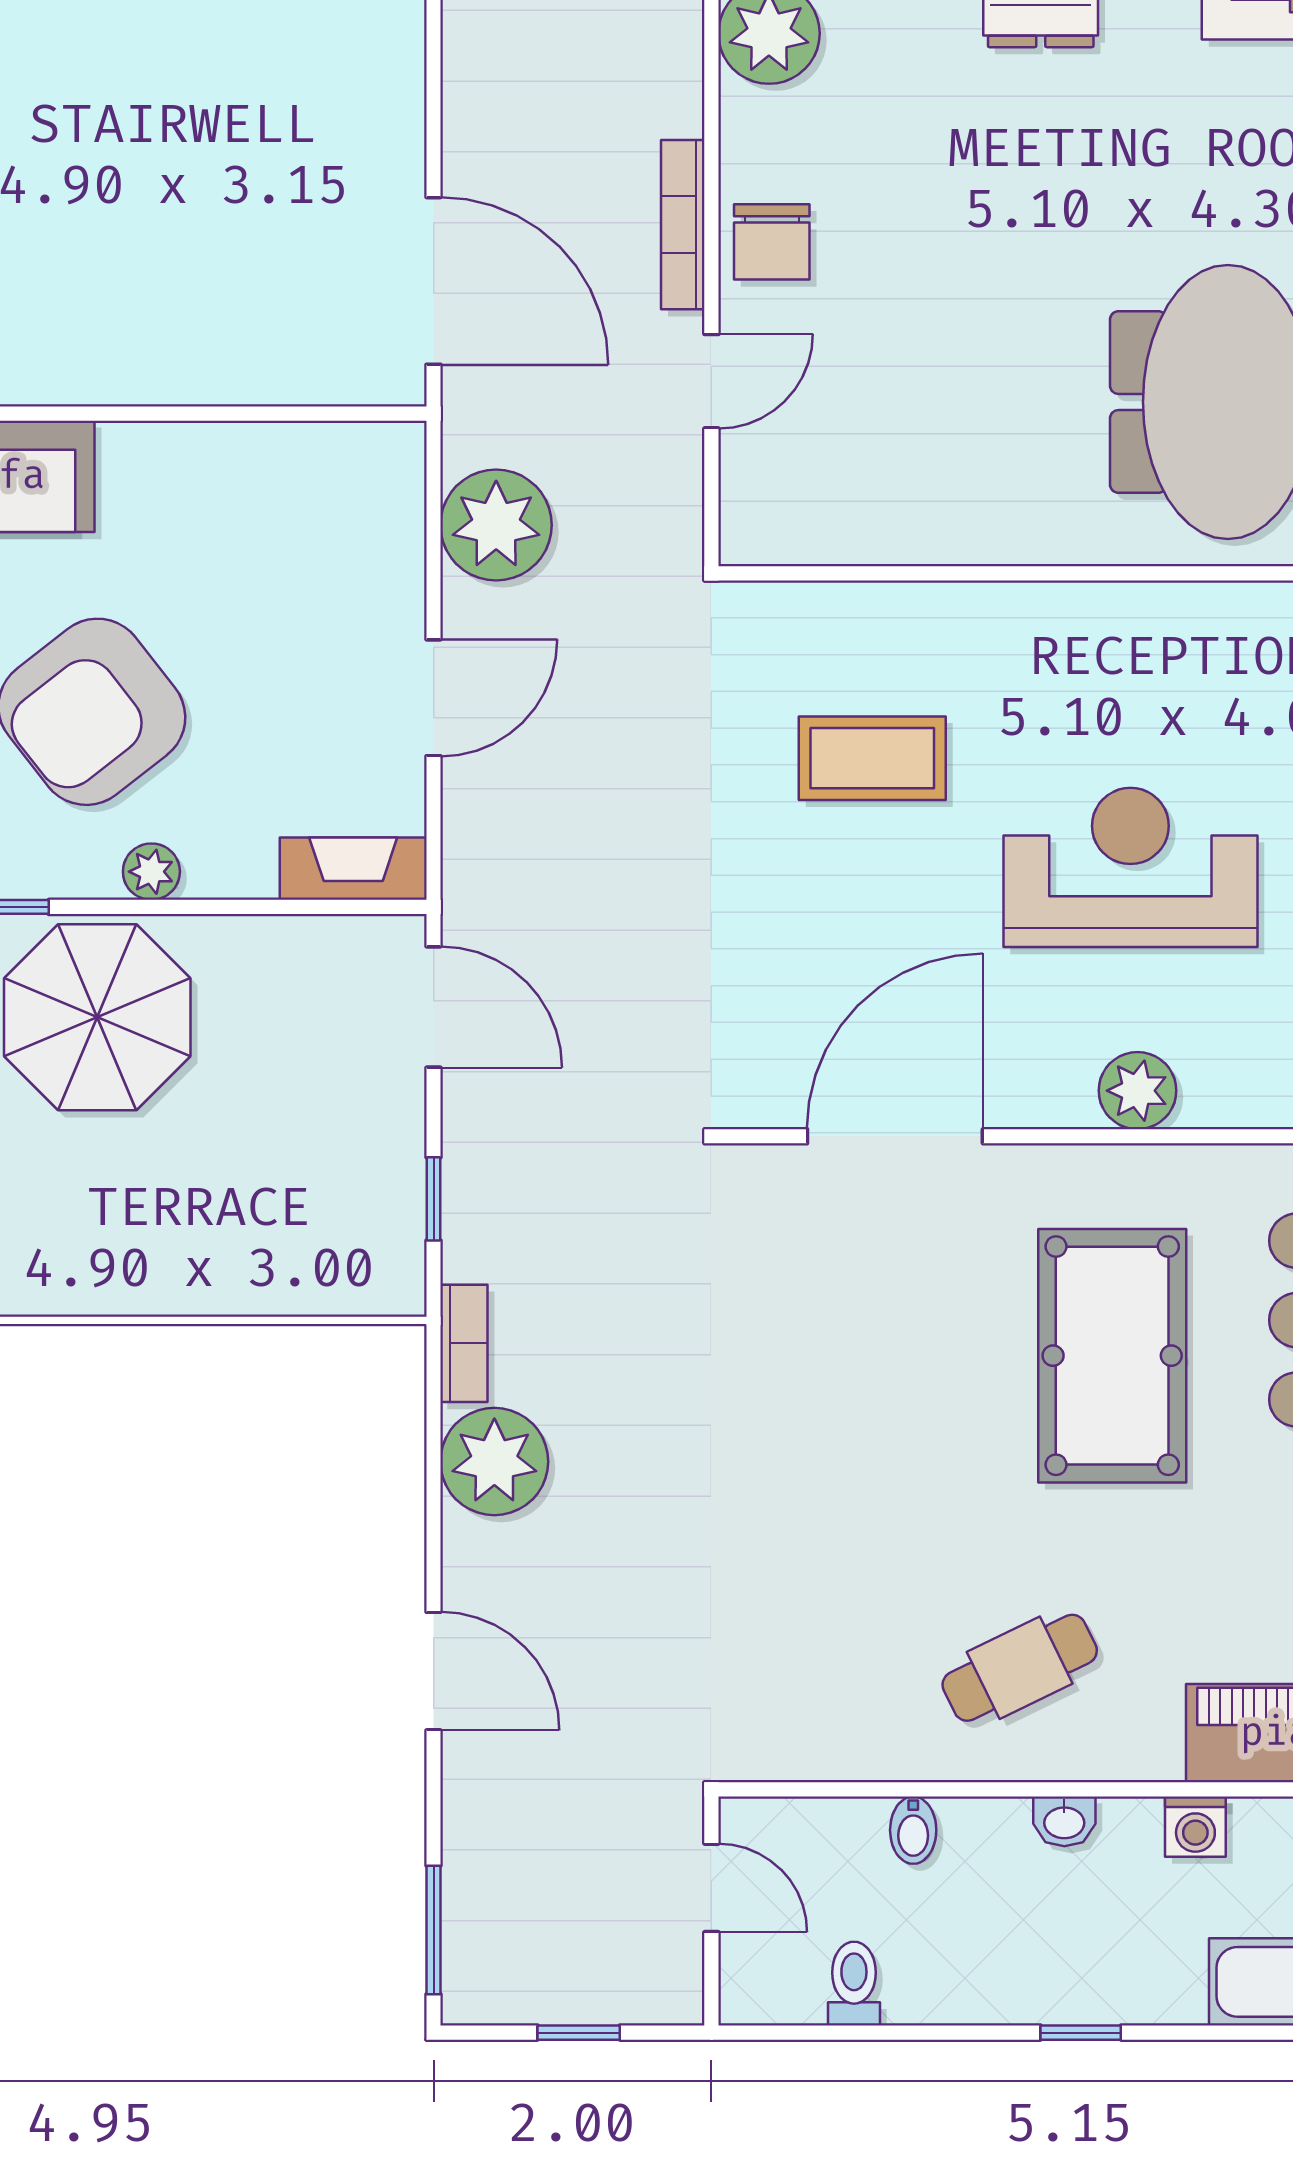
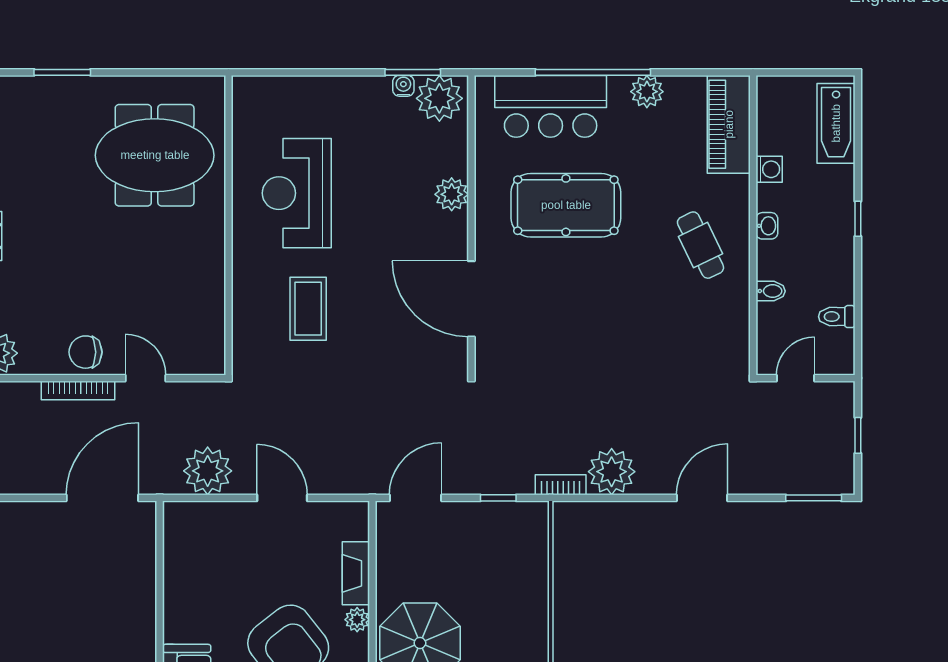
chair: (772, 242) -> (85, 352), turned 180
reception desk: (1130, 867) -> (297, 193), moved
fireplace: (353, 869) -> (356, 573), moved

